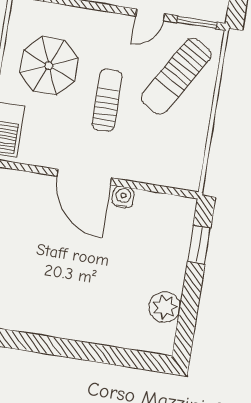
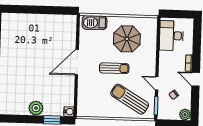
water cooler: (123, 197) -> (69, 112), moved
plant: (165, 307) -> (36, 108), moved

